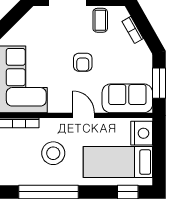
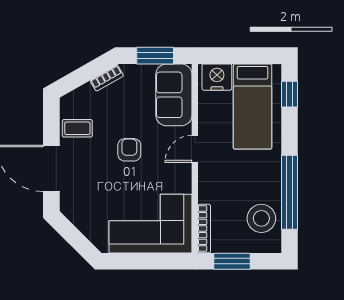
bookcase: (133, 30) -> (107, 78), moved
armchair: (83, 62) -> (129, 150), turned -90
stool: (53, 153) -> (261, 218), moved

